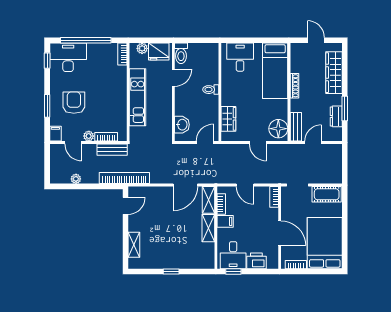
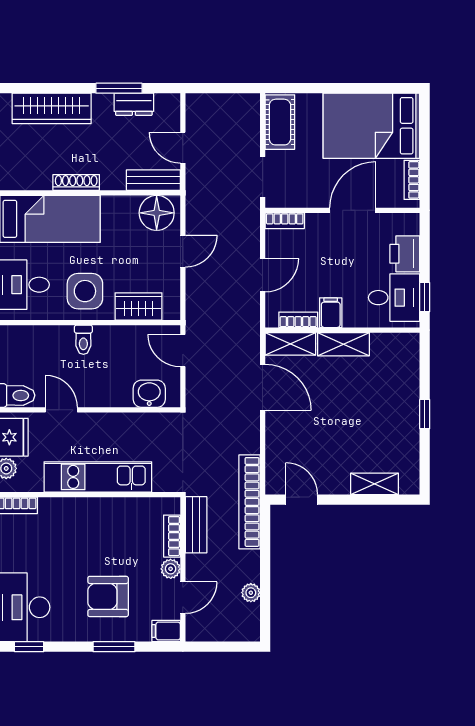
side table: (237, 90) -> (85, 291), added

